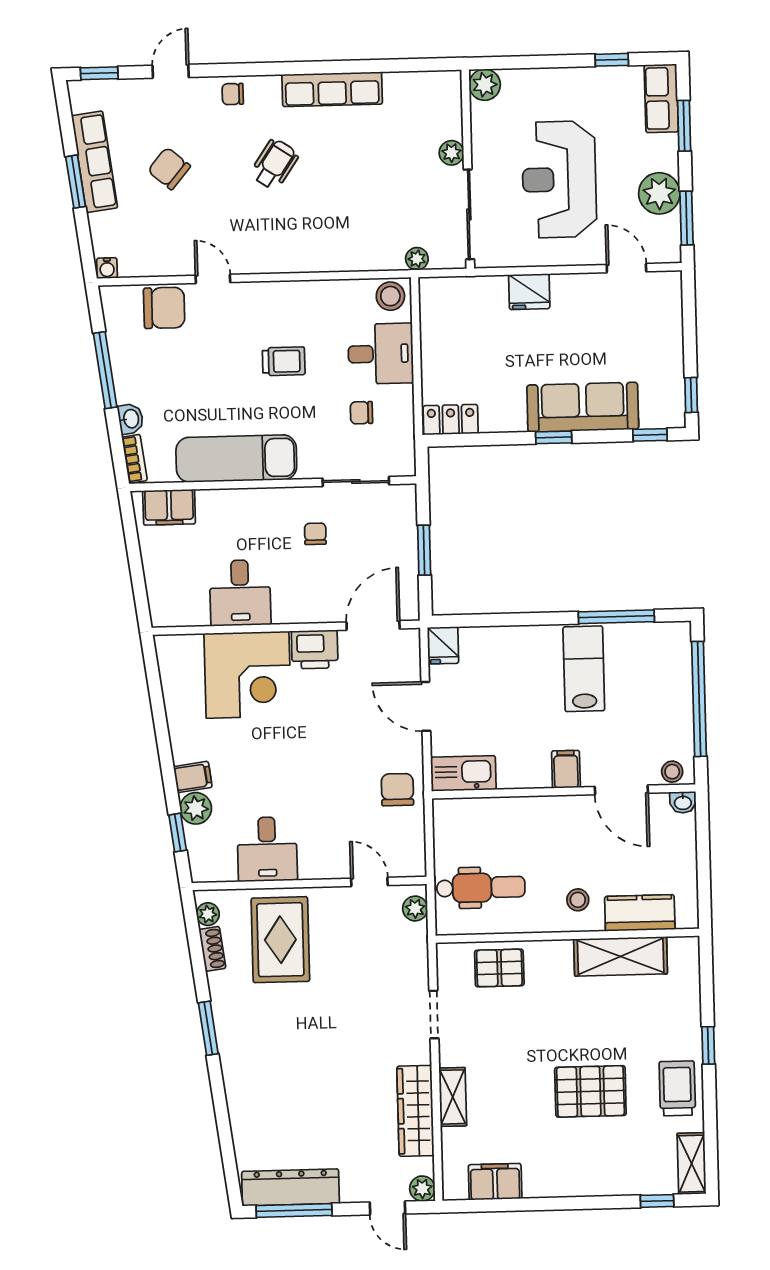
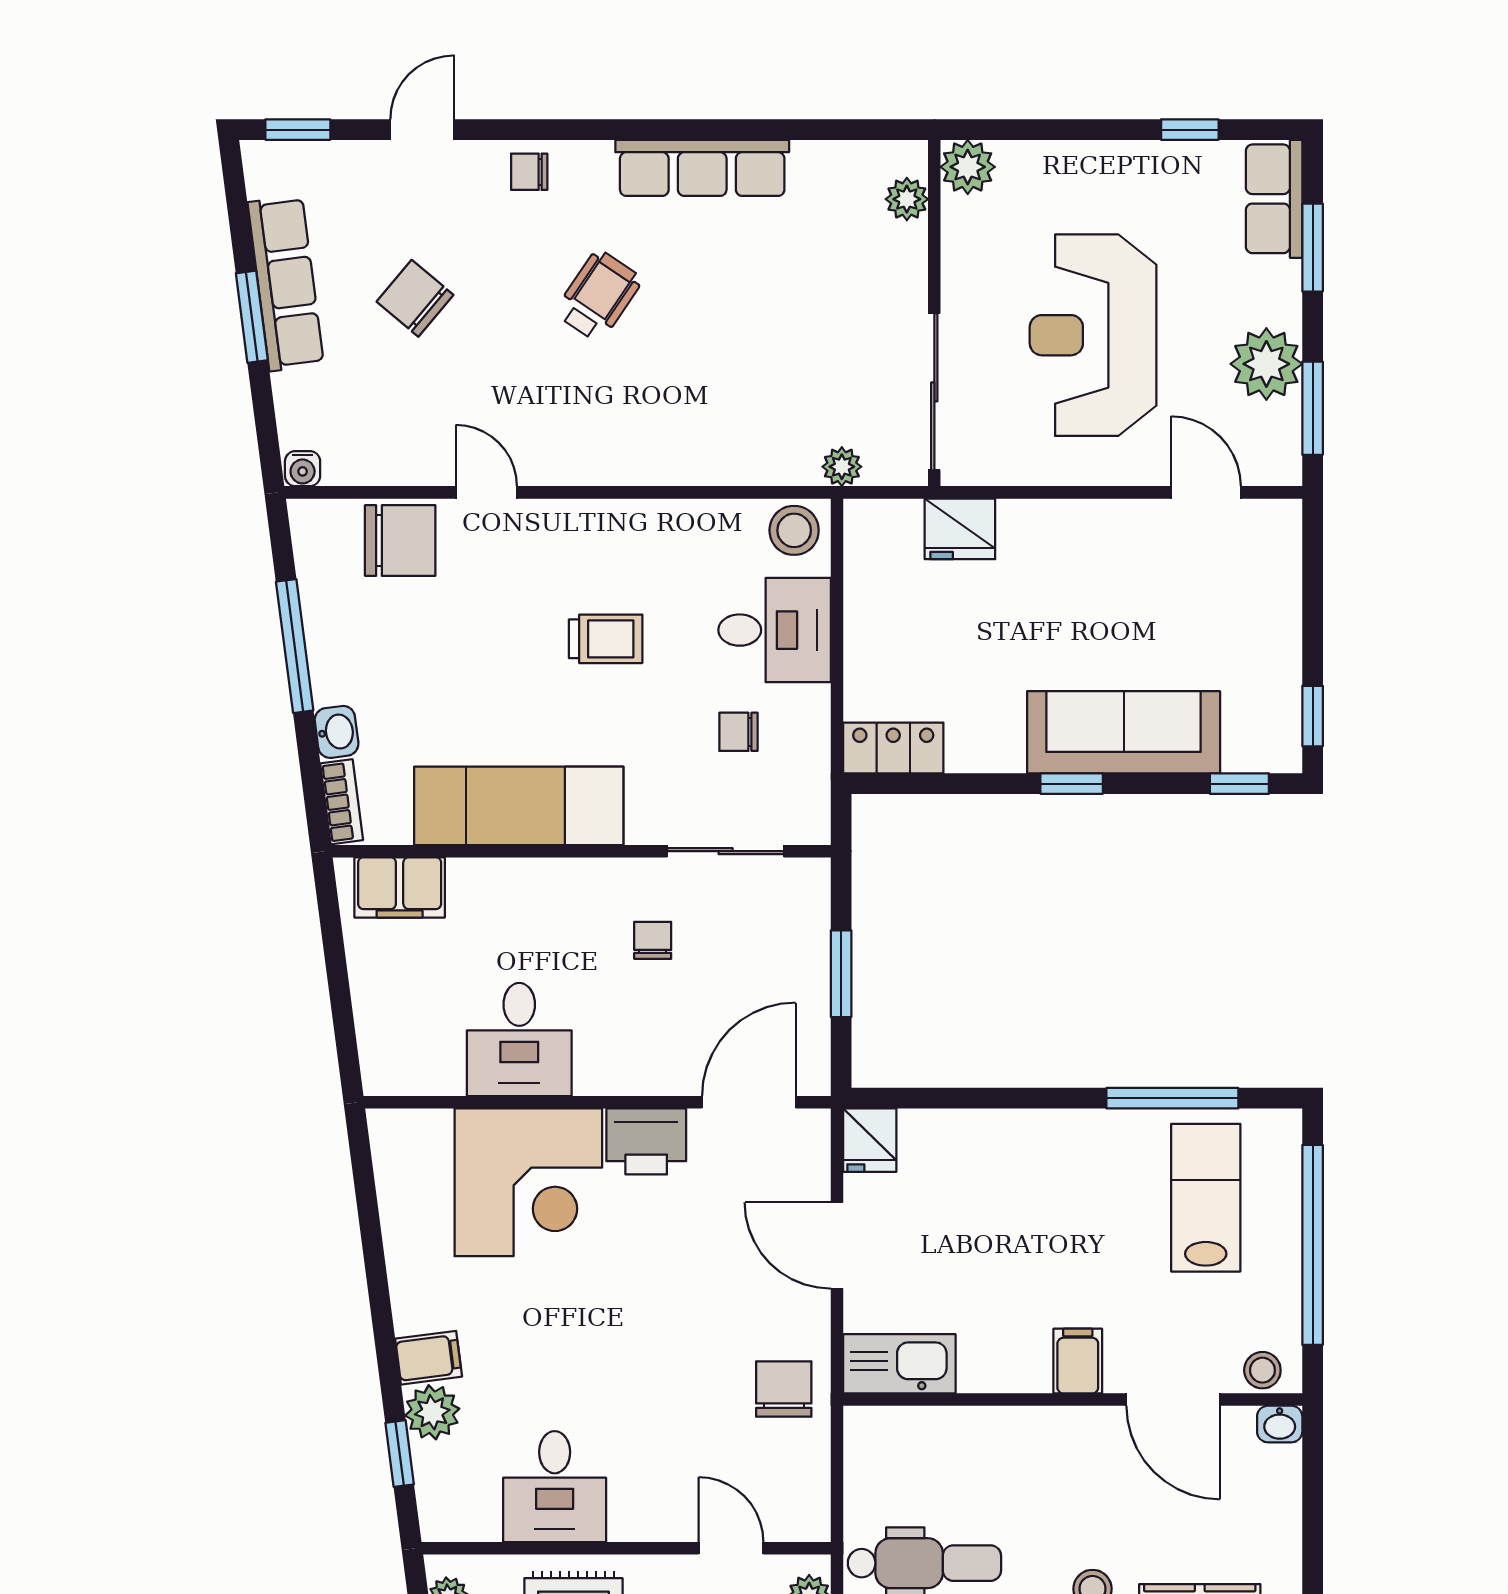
plant: (451, 153) -> (907, 199), moved
fridge: (529, 292) -> (960, 529), moved
lab bench: (584, 669) -> (1206, 1198), moved

